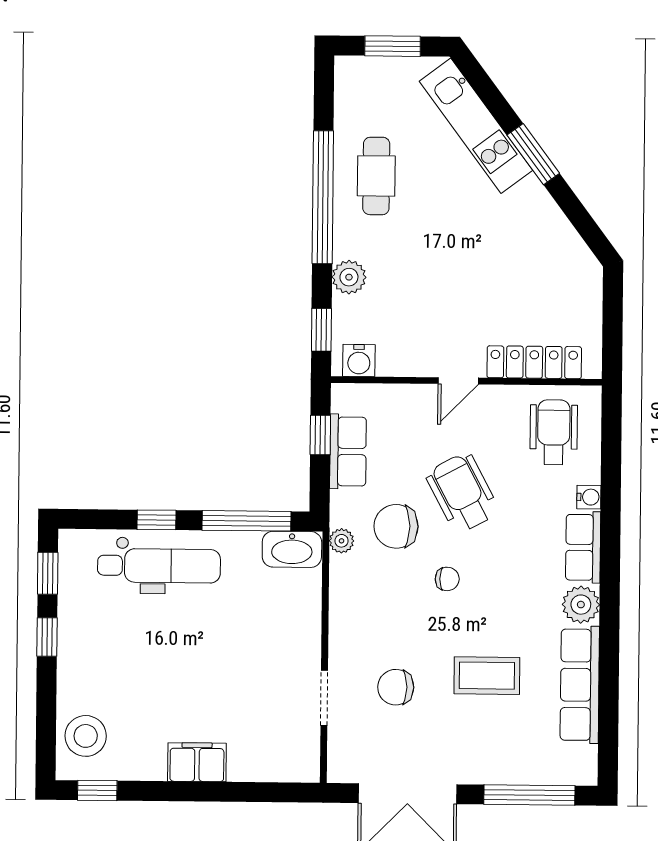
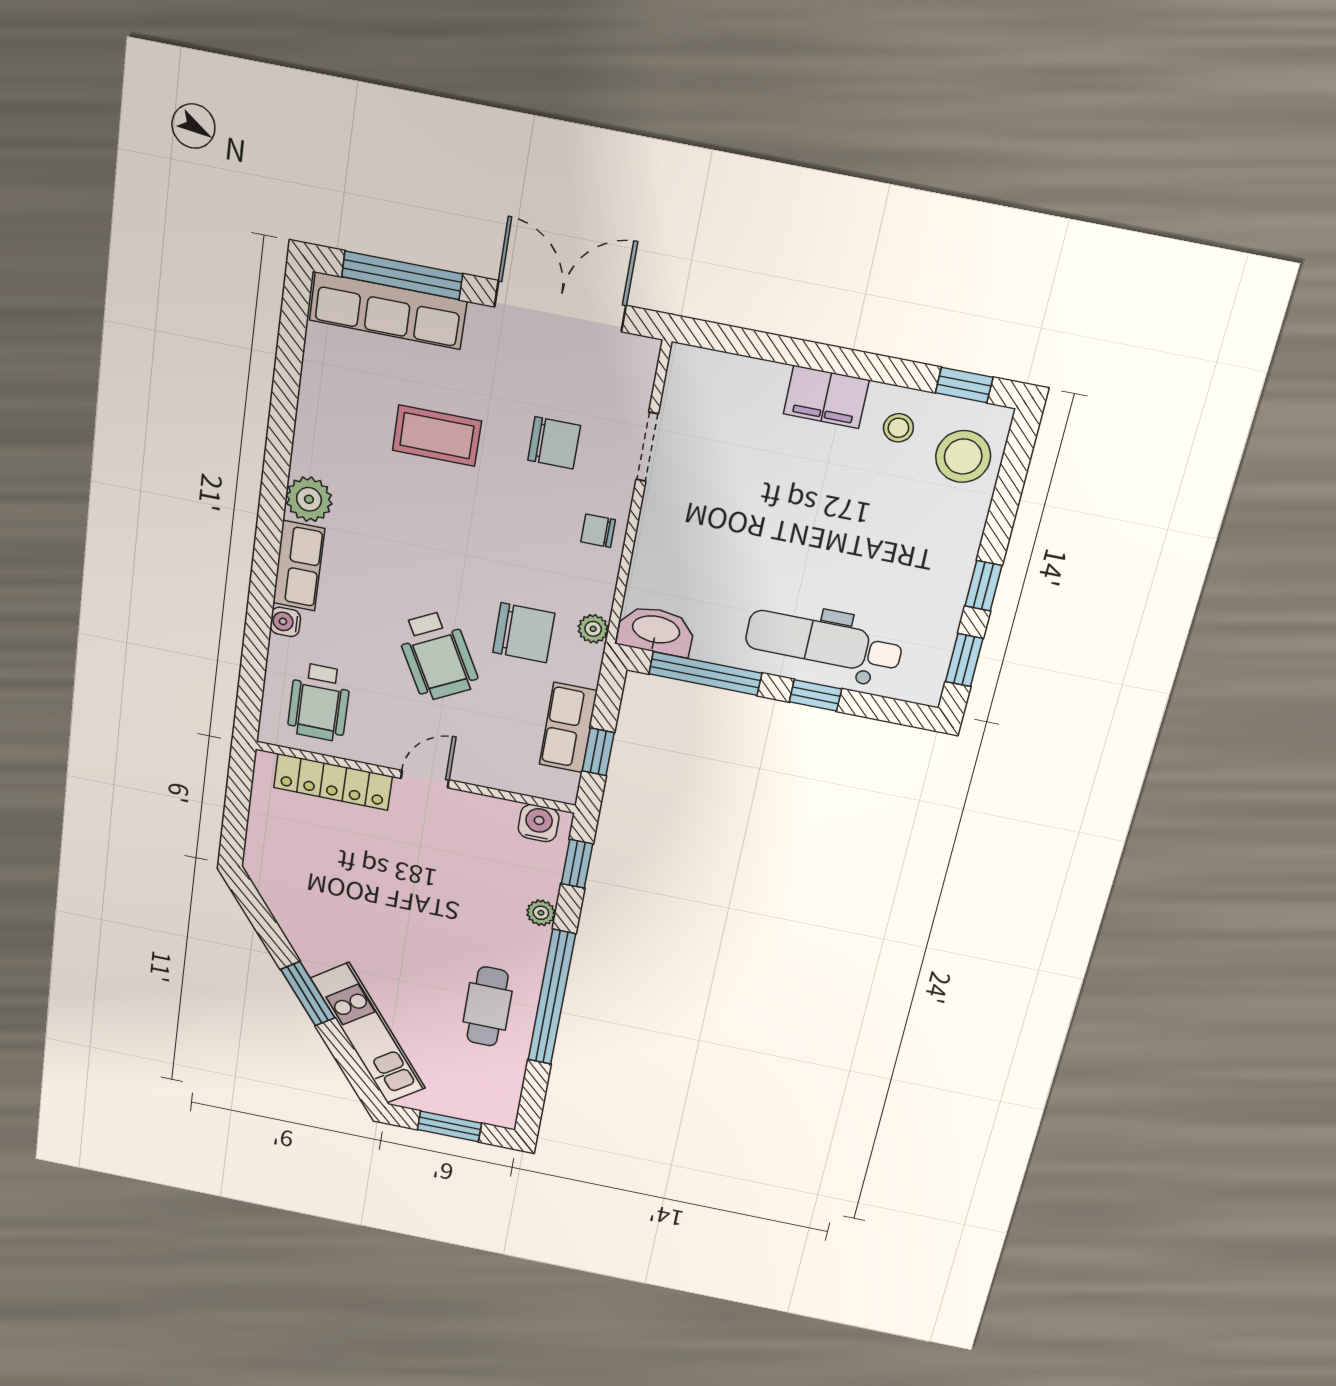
plant: (349, 277) -> (541, 913), width x0.73, depth x0.73
chair: (447, 579) -> (598, 531), moved
row of seats: (580, 685) -> (388, 311), moved, turned 90
stool: (138, 749) -> (898, 428), added

